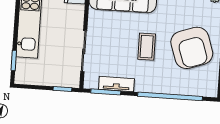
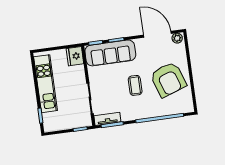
tv unit: (116, 84) -> (107, 119), moved

